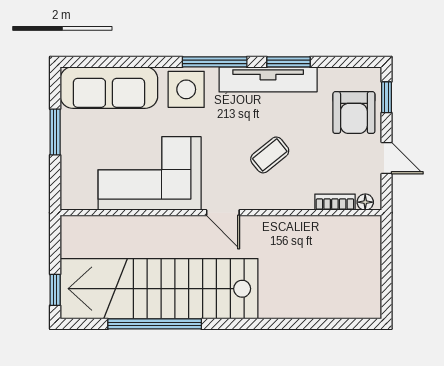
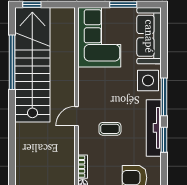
coffee table: (270, 155) -> (110, 129), turned -51
corner sofa: (150, 173) -> (99, 37), moved
door: (223, 213) -> (77, 116), moved

